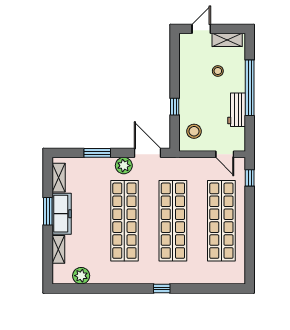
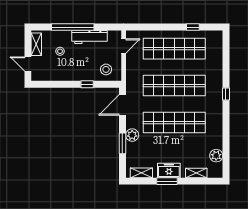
workbench: (237, 110) -> (90, 37), width x1.37
plant: (124, 166) -> (132, 135), moved
window: (250, 178) -> (193, 27), moved
freezer: (62, 214) -> (169, 170), width x0.71

